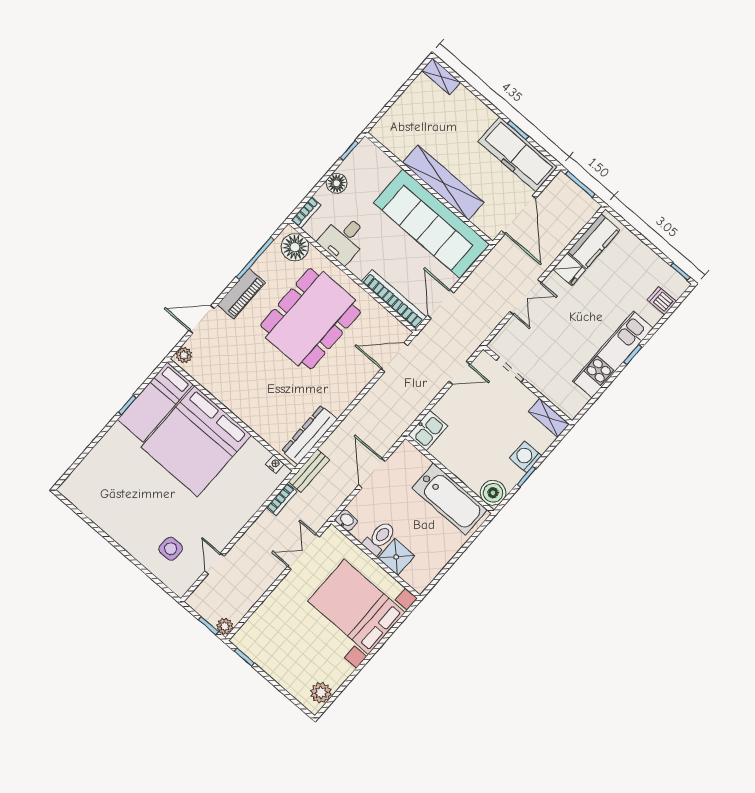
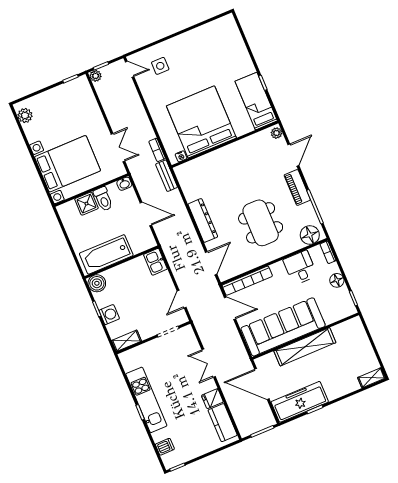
dining table: (311, 319) -> (261, 223), width x0.73, depth x0.80
dresser: (309, 435) -> (203, 220), moved
bed: (196, 441) -> (201, 122), moved
door: (214, 564) -> (130, 69), moved

